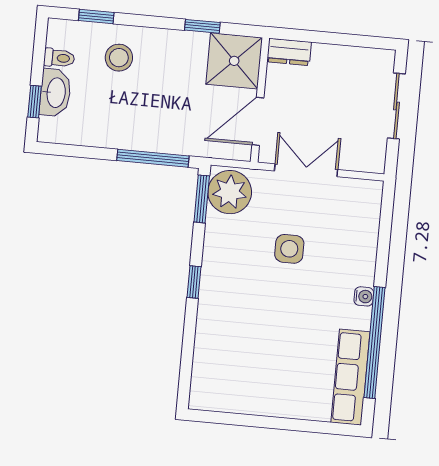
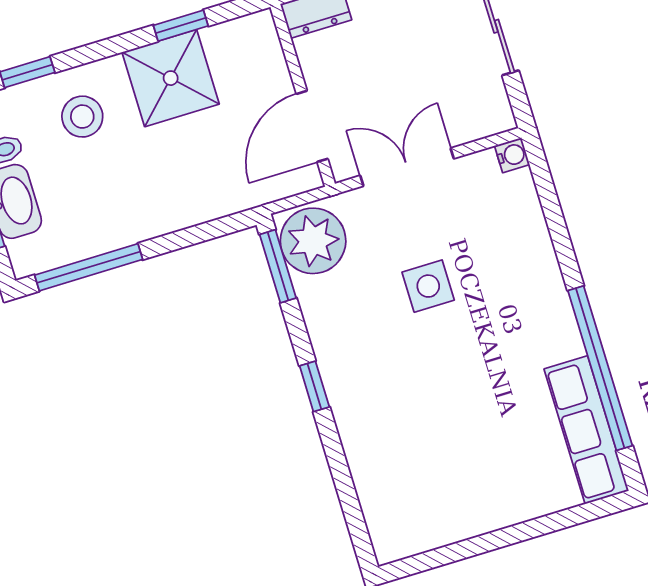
shower: (234, 61) -> (171, 78), moved
window: (153, 158) -> (89, 267), moved
water cooler: (364, 296) -> (512, 155), moved

